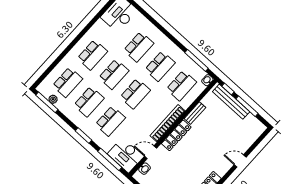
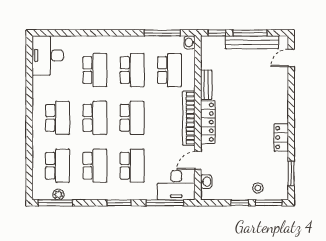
bench: (231, 102) -> (252, 42), moved
door: (240, 161) -> (291, 58), moved

